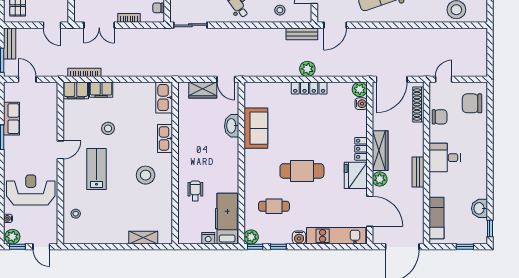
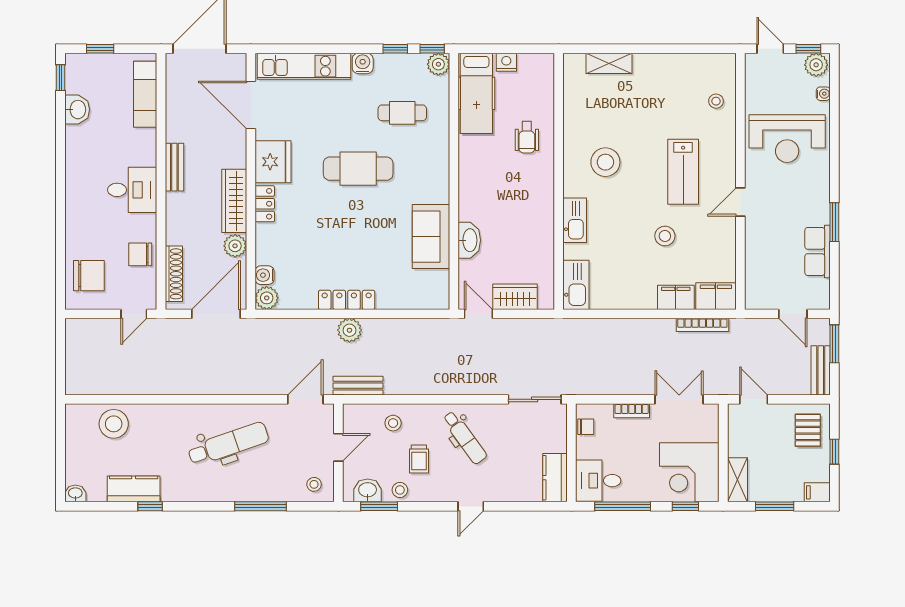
plant: (380, 179) -> (235, 246), moved

